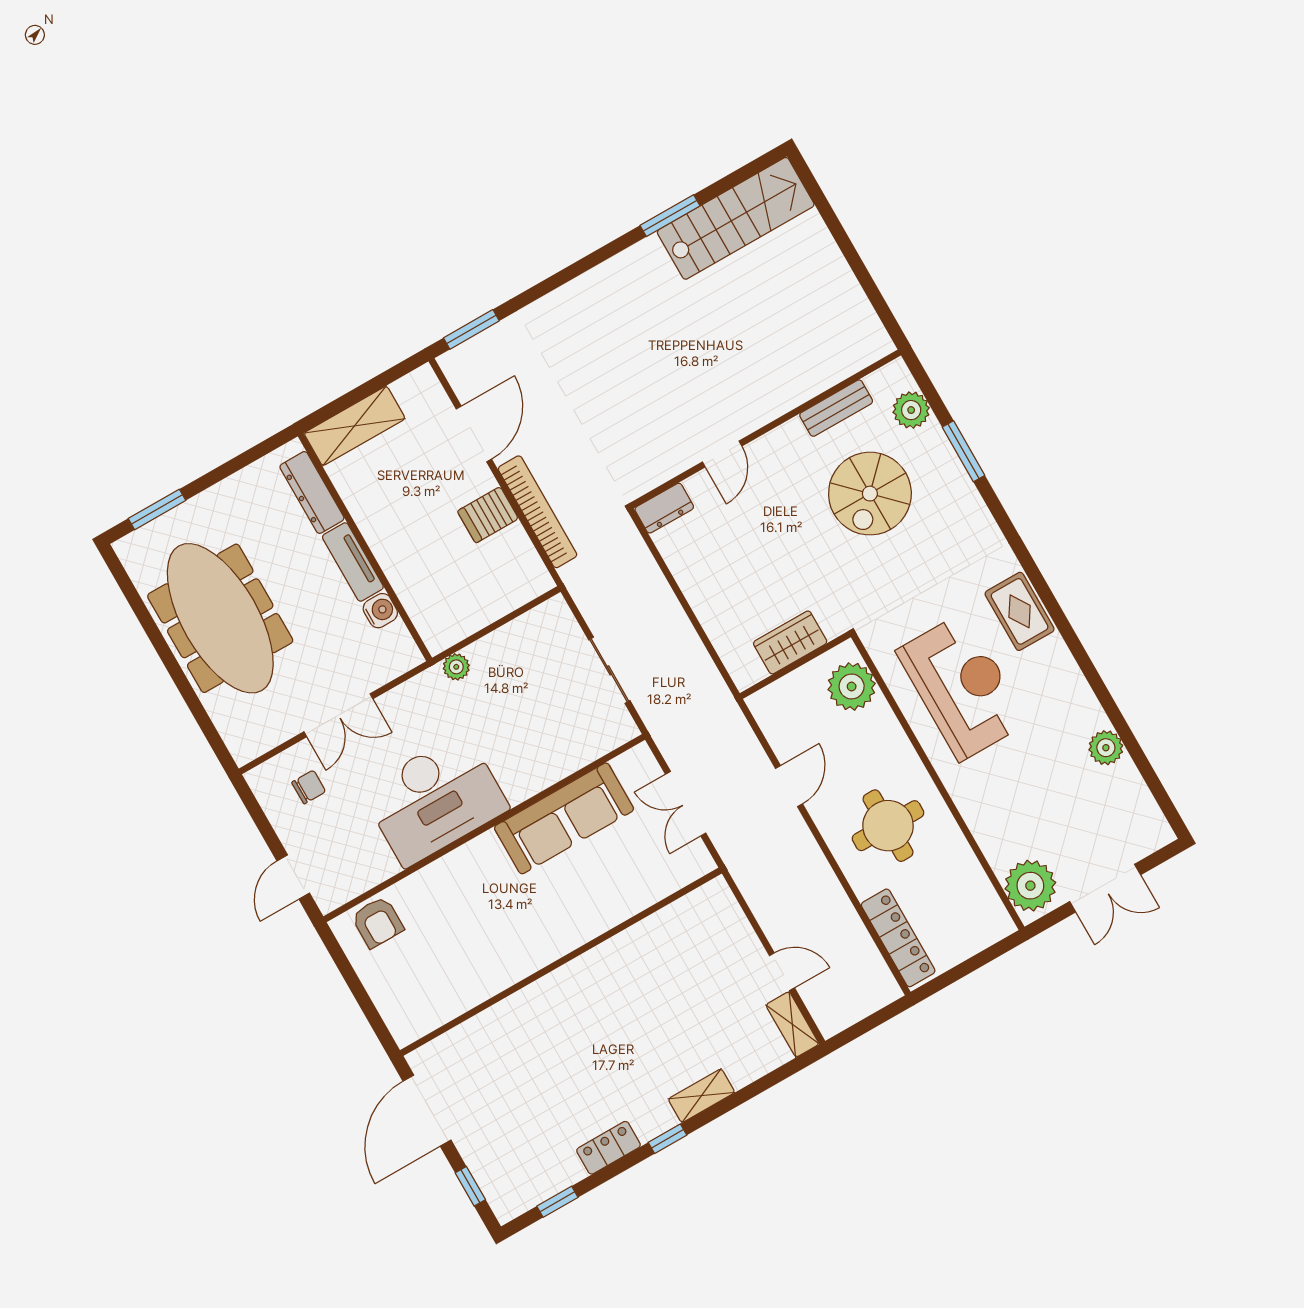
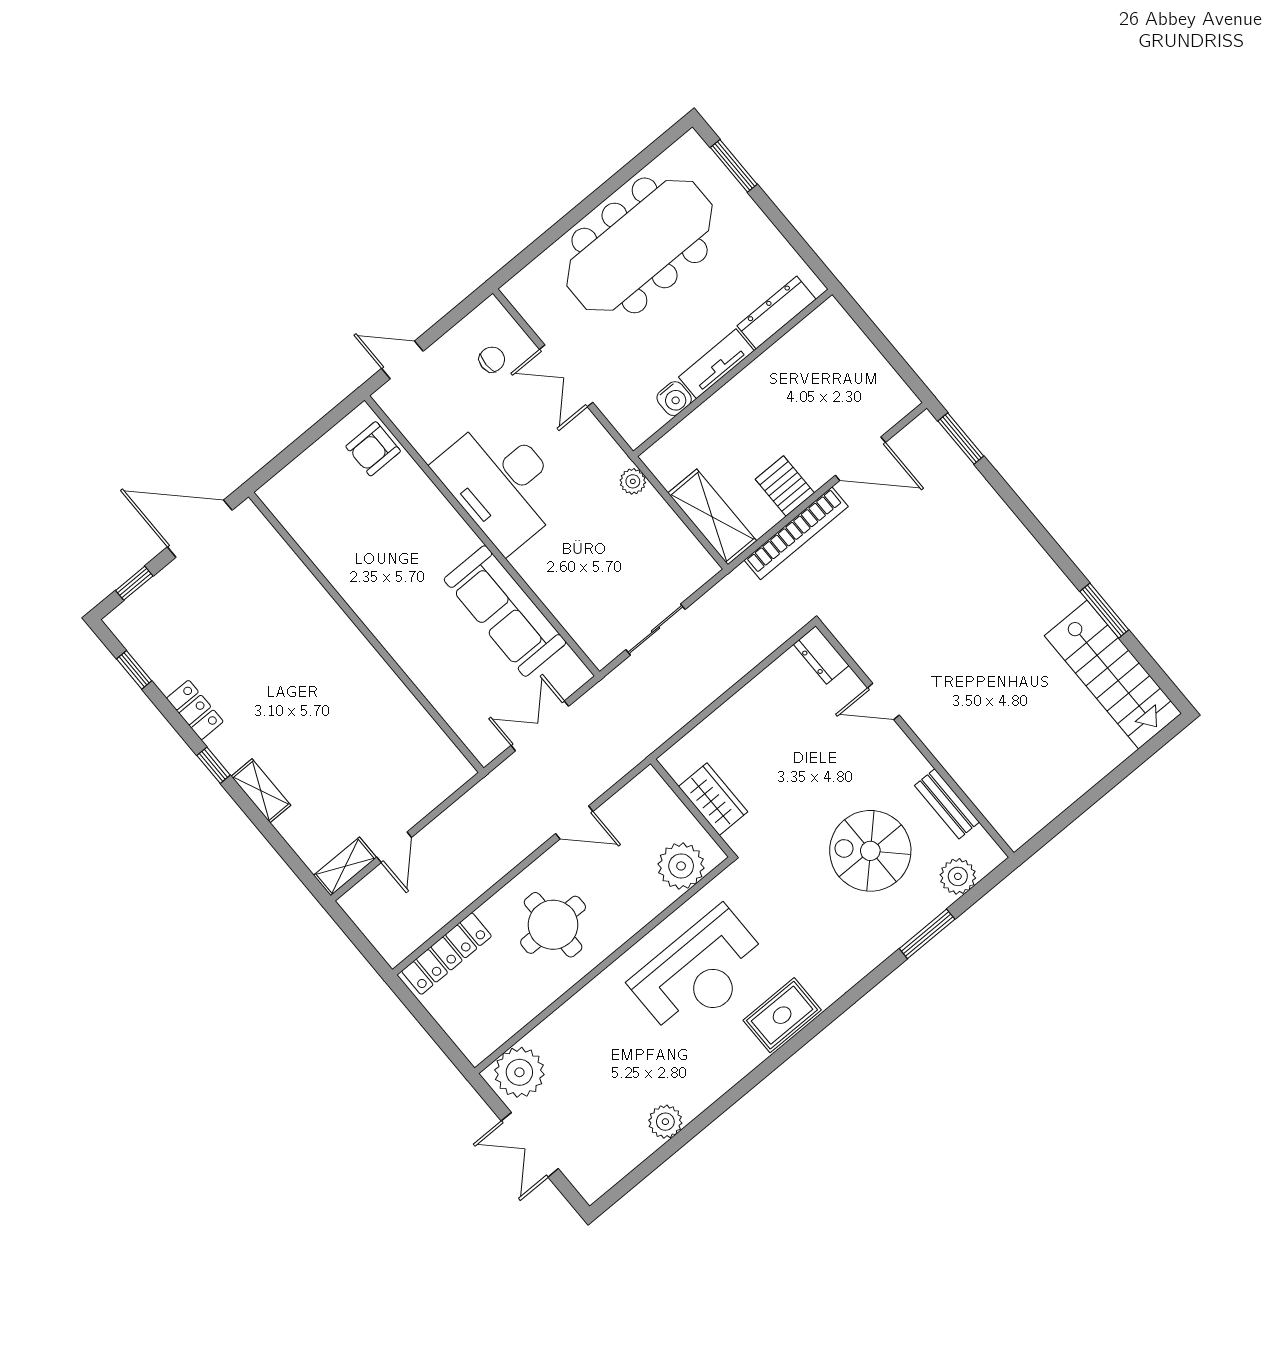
shelving: (355, 426) -> (712, 517), moved
chair: (309, 787) -> (492, 359), turned -90

